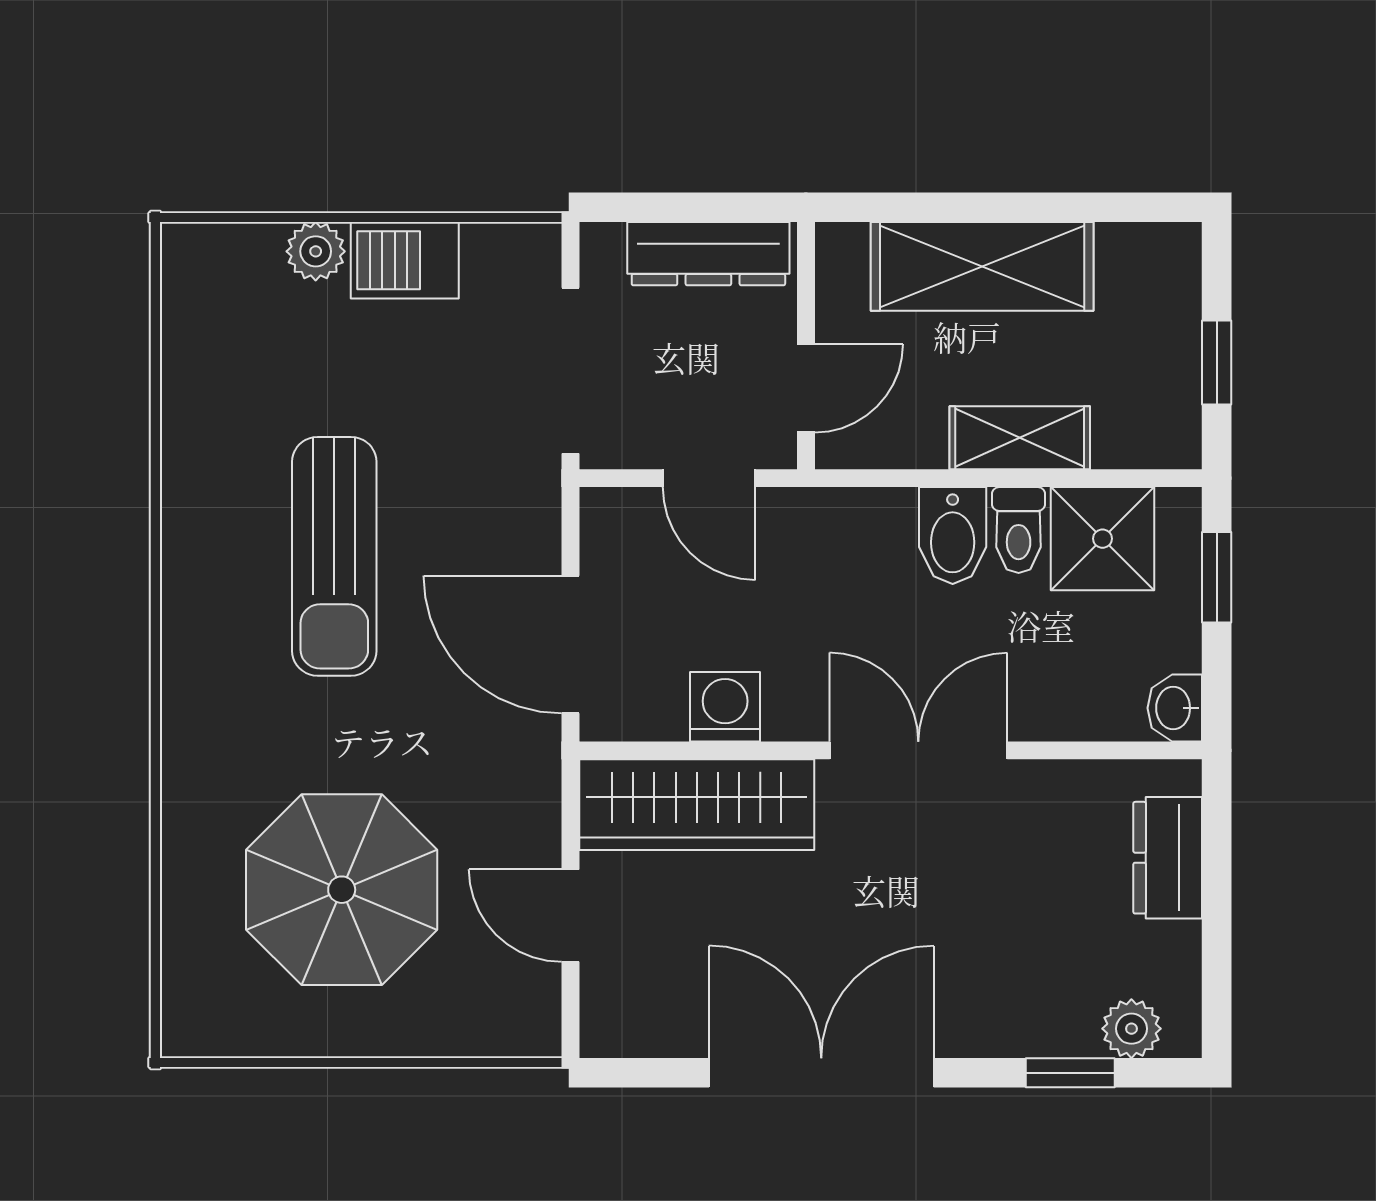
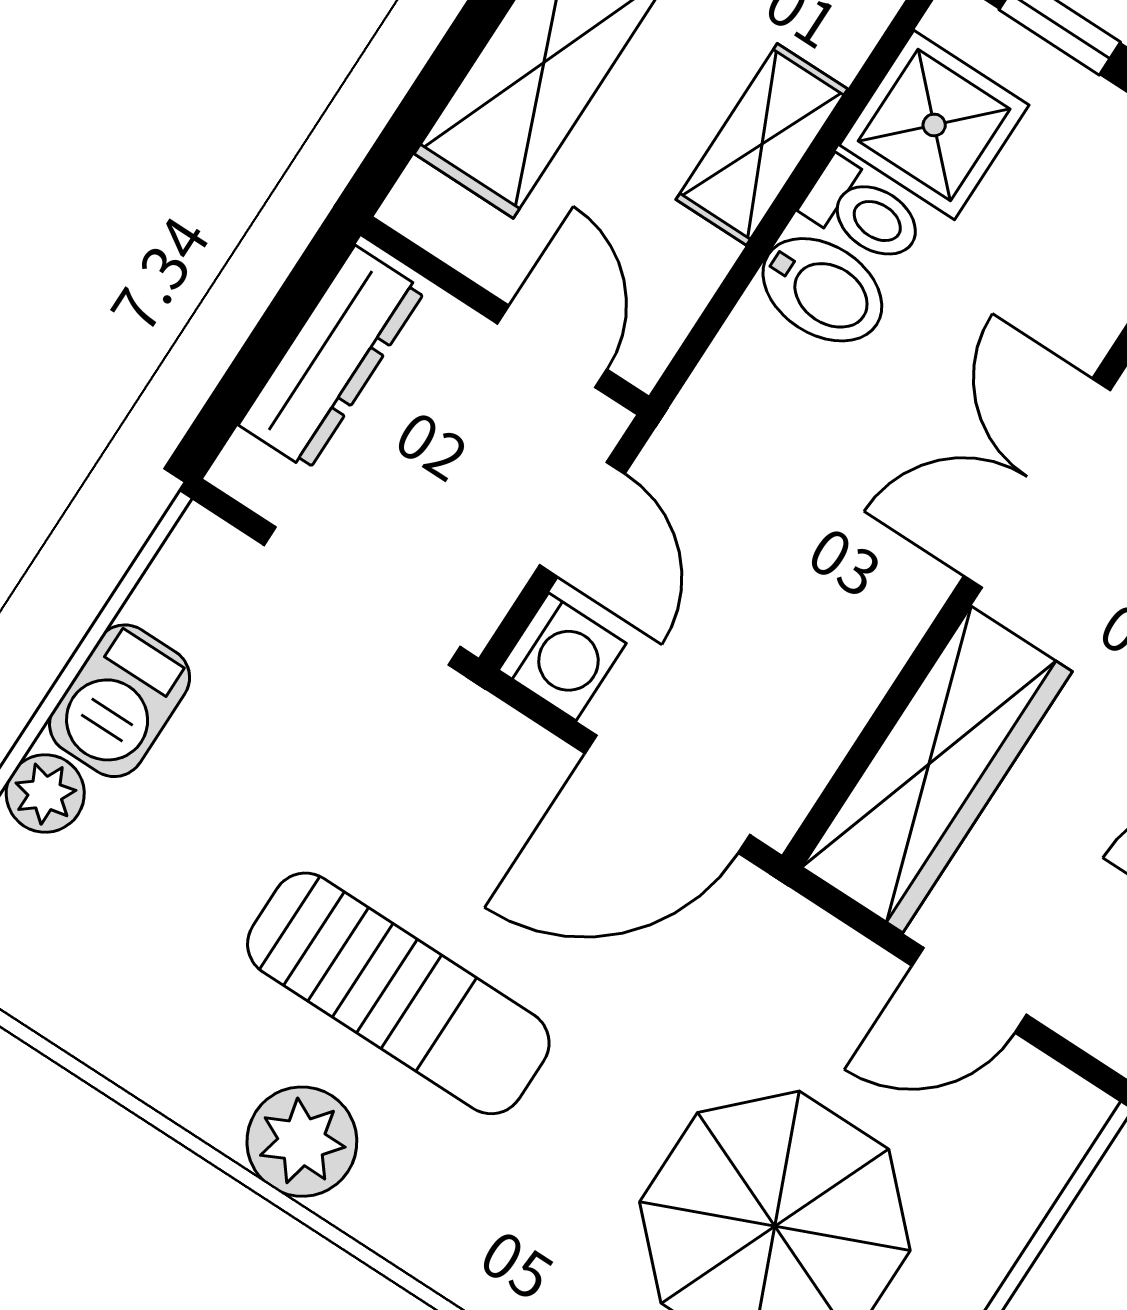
door: (709, 478) -> (582, 519), hinge flipped
plant: (201, 556) -> (302, 1142), added
washing machine: (725, 707) -> (562, 657), moved, turned 180

